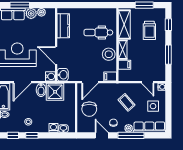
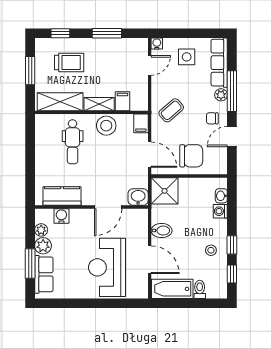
water cooler: (50, 76) -> (61, 216), moved
shower: (55, 92) -> (165, 191), moved
coffee table: (127, 102) -> (171, 110), moved

